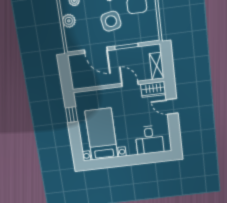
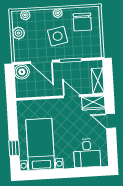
boiler: (76, 62) -> (22, 72), added
window: (72, 115) -> (14, 148), moved

